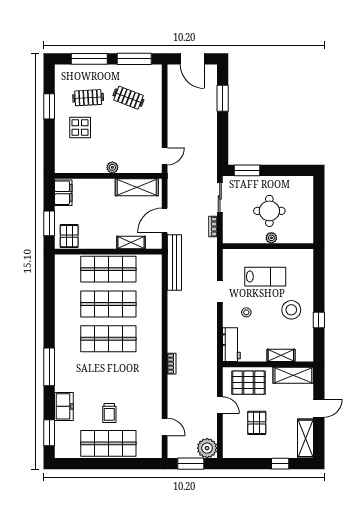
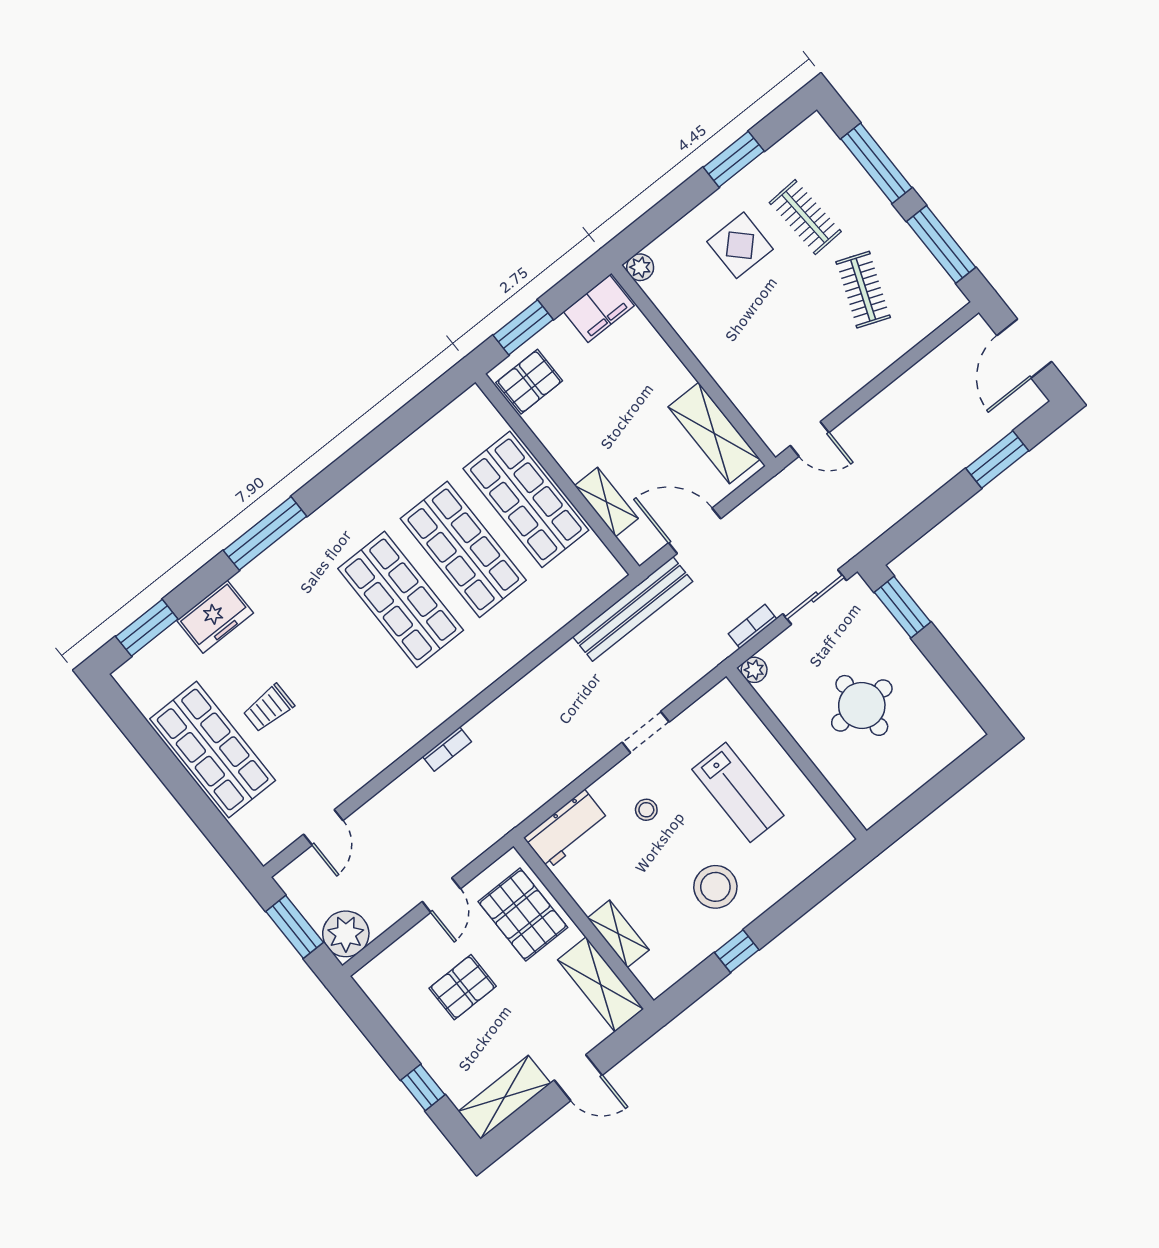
plant: (112, 167) -> (640, 267), moved
plant: (271, 238) -> (754, 670), moved

